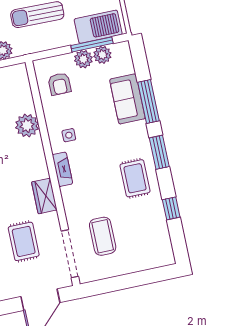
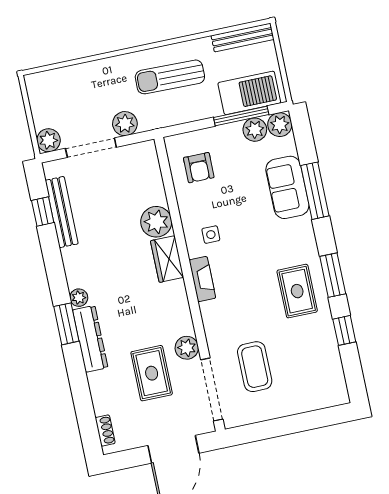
plant: (83, 59) -> (280, 125), moved
window: (159, 152) -> (333, 275), moved
wardrobe: (44, 196) -> (167, 259), moved
plant: (51, 222) -> (187, 348), added

